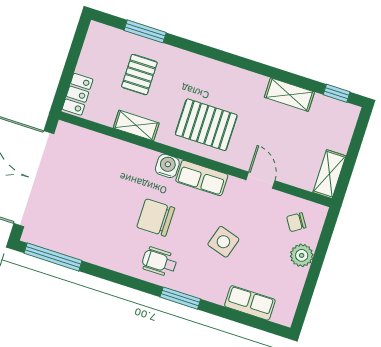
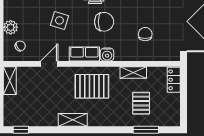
shelving: (289, 95) -> (73, 120), moved
chair: (99, 178) -> (145, 34), added
door: (260, 180) -> (49, 64), swing flipped

